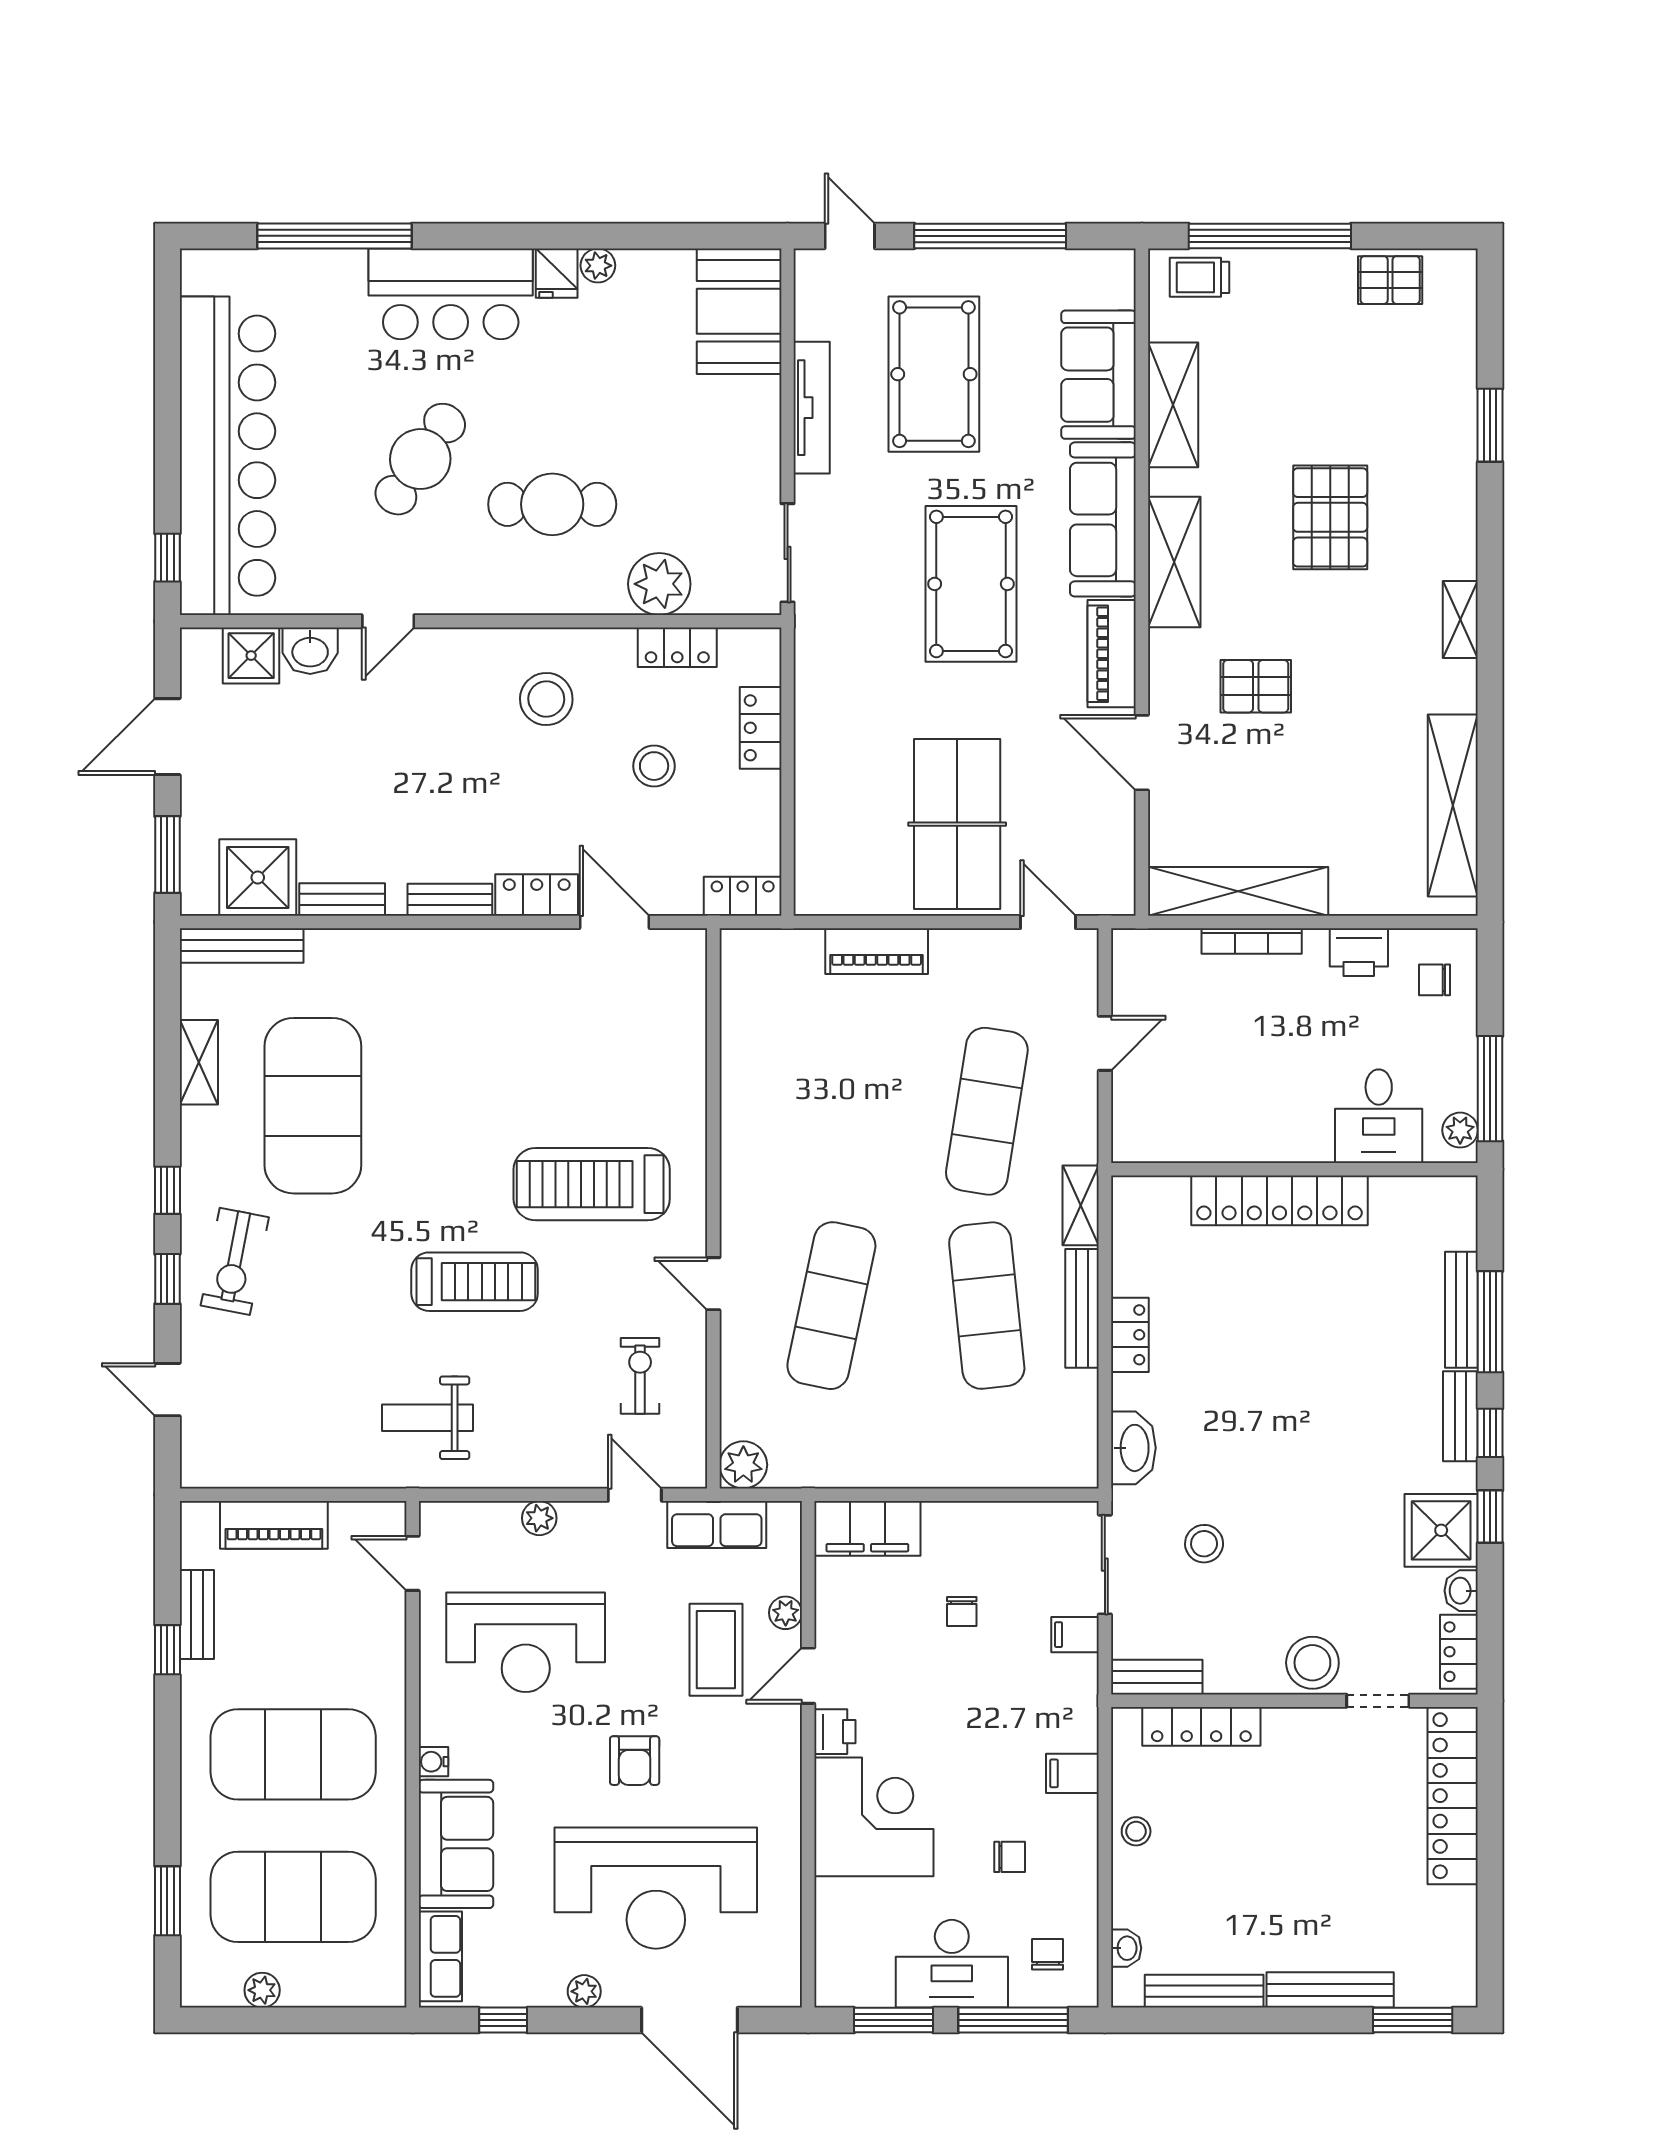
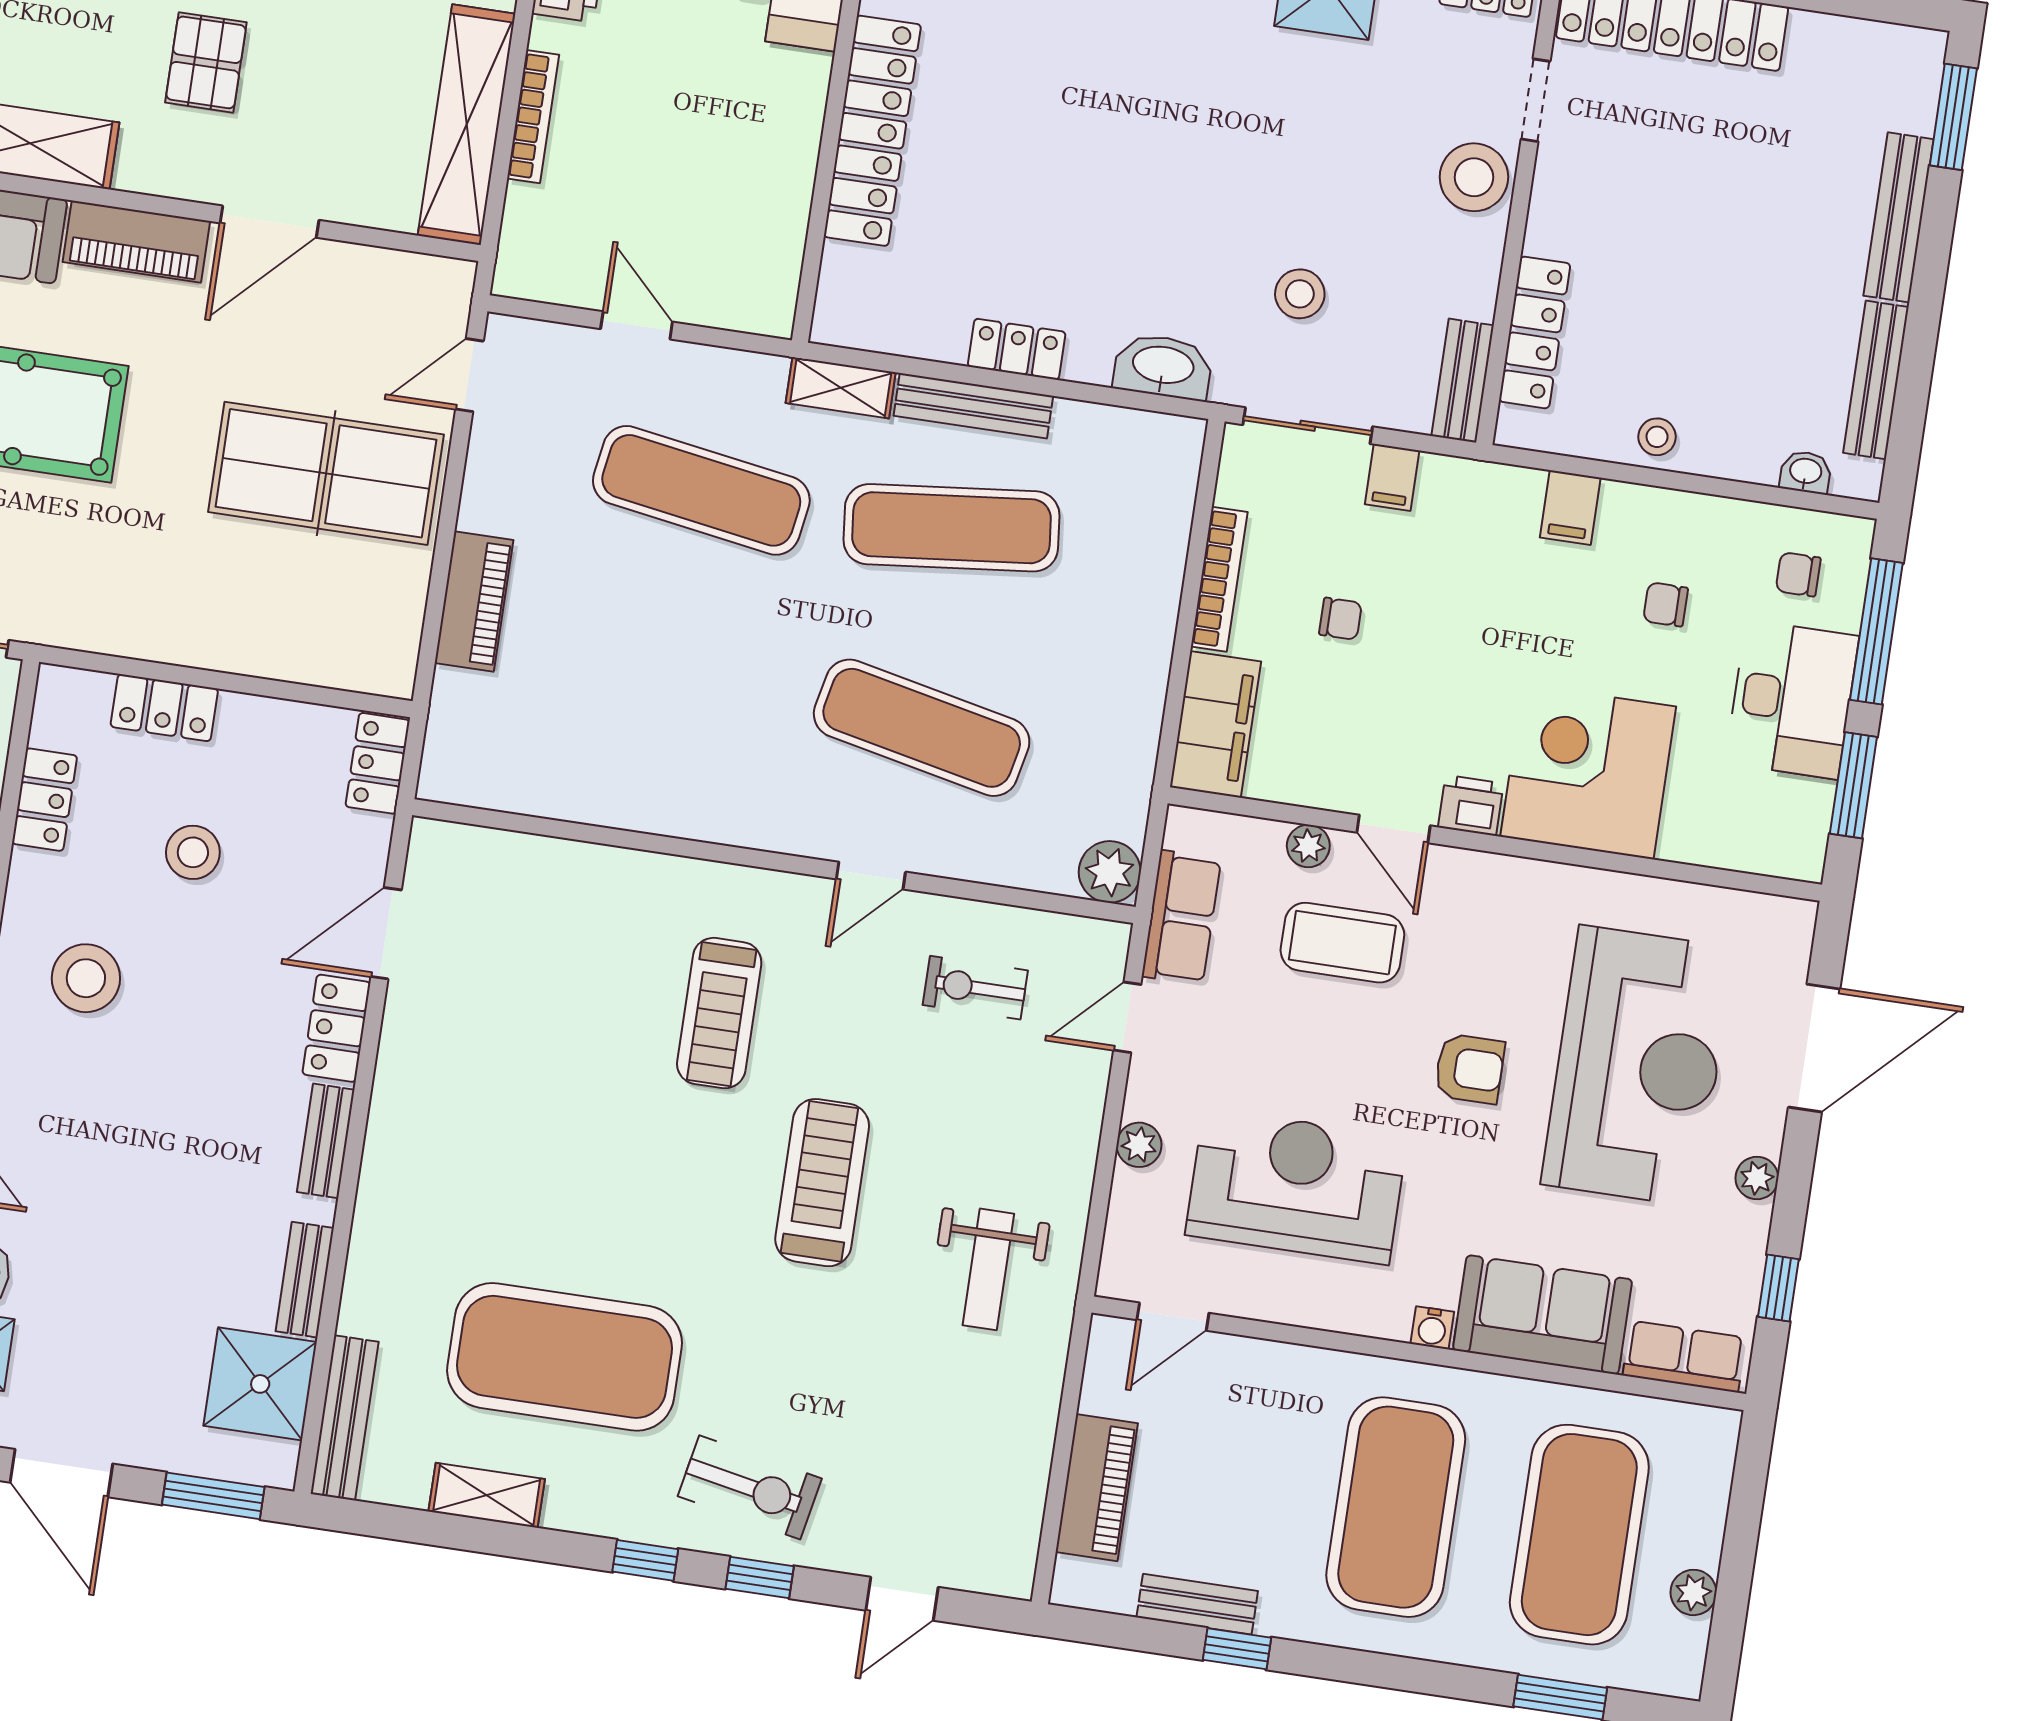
treadmill: (592, 1184) -> (719, 1013), width x0.73, depth x0.73
bookcase: (978, 1515) -> (1219, 579), added
reception desk: (526, 1642) -> (1296, 1186), turned -90
chair: (1010, 1857) -> (1666, 604), turned -90

